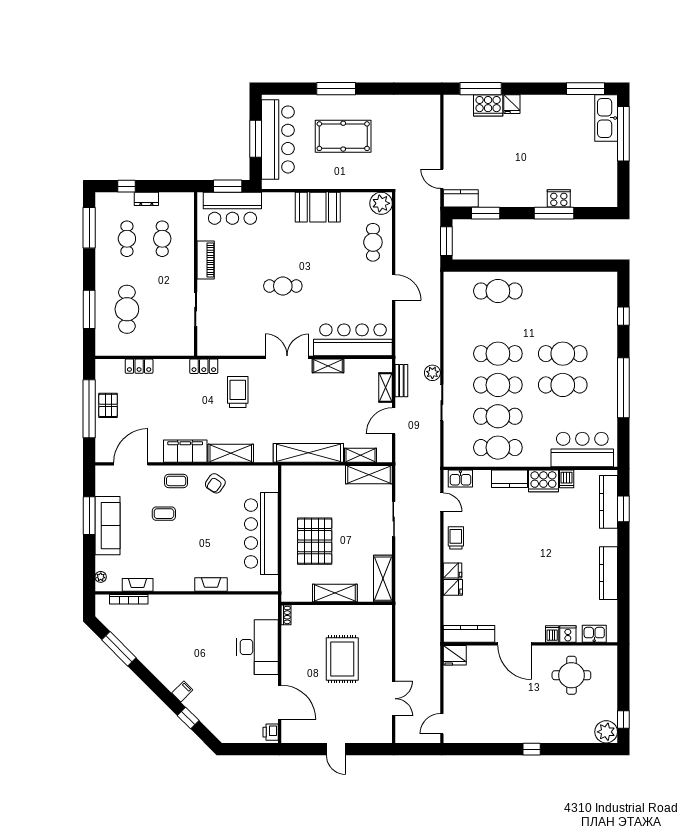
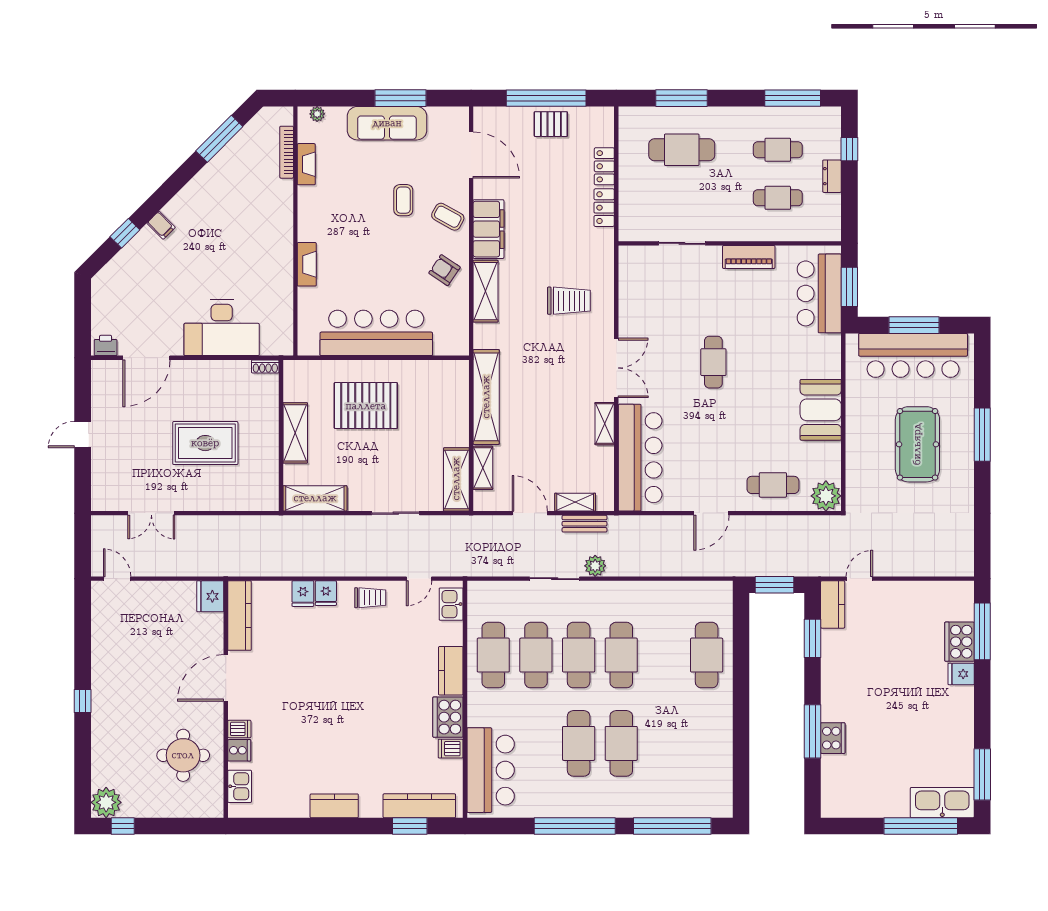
window: (623, 316) -> (672, 826), width x3.17
locker: (204, 366) -> (604, 208), moved
coffee table: (176, 481) -> (448, 217), turned -61
kitchen counter: (609, 573) -> (334, 806), width x0.67

